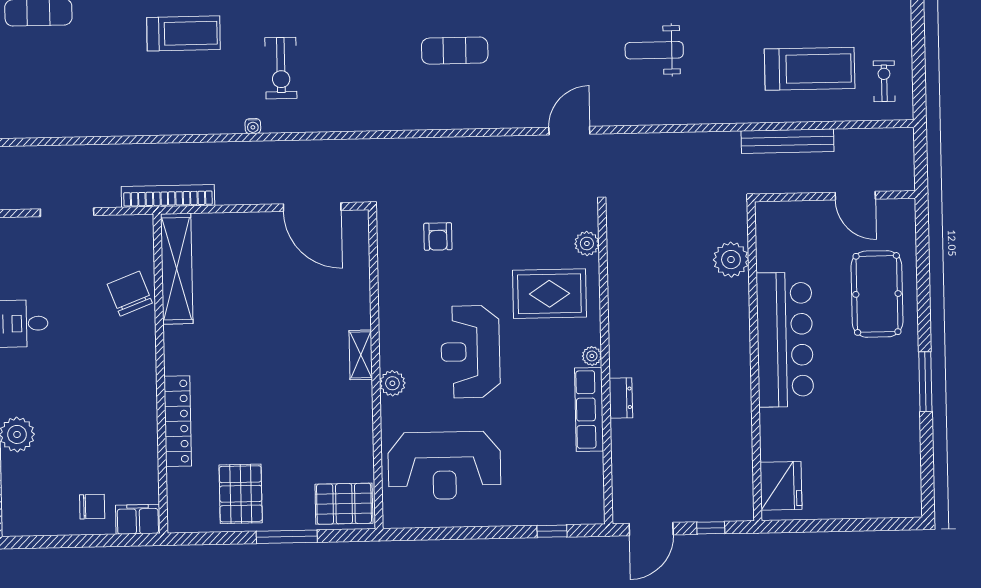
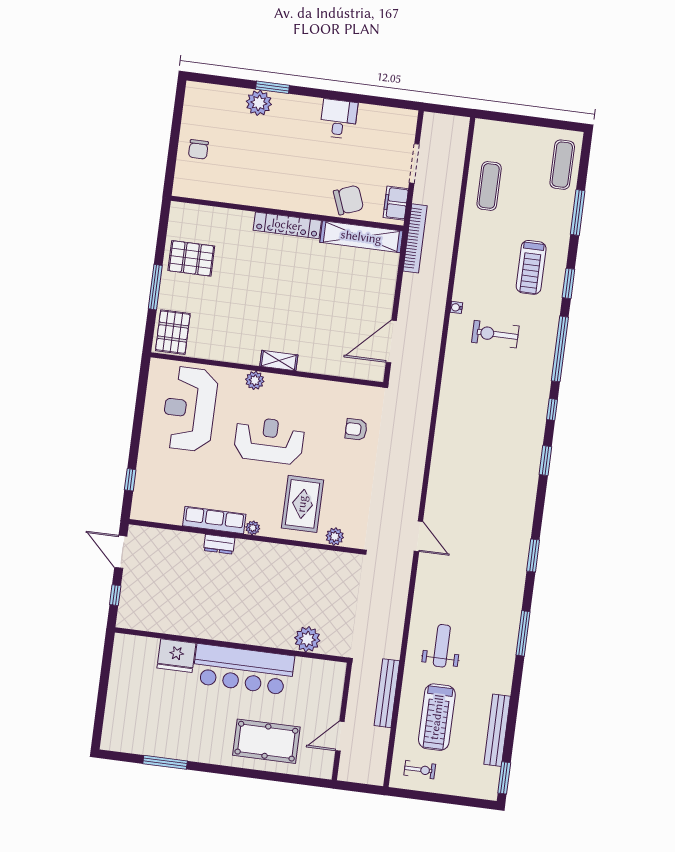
weight bench: (654, 50) -> (442, 646), moved
exercise mat: (455, 51) -> (489, 186), moved
window: (925, 382) -> (165, 762), moved
locker: (178, 421) -> (287, 225), moved
fridge: (781, 486) -> (176, 656), moved
filing cabinet: (138, 519) -> (396, 203), moved, turned 180

